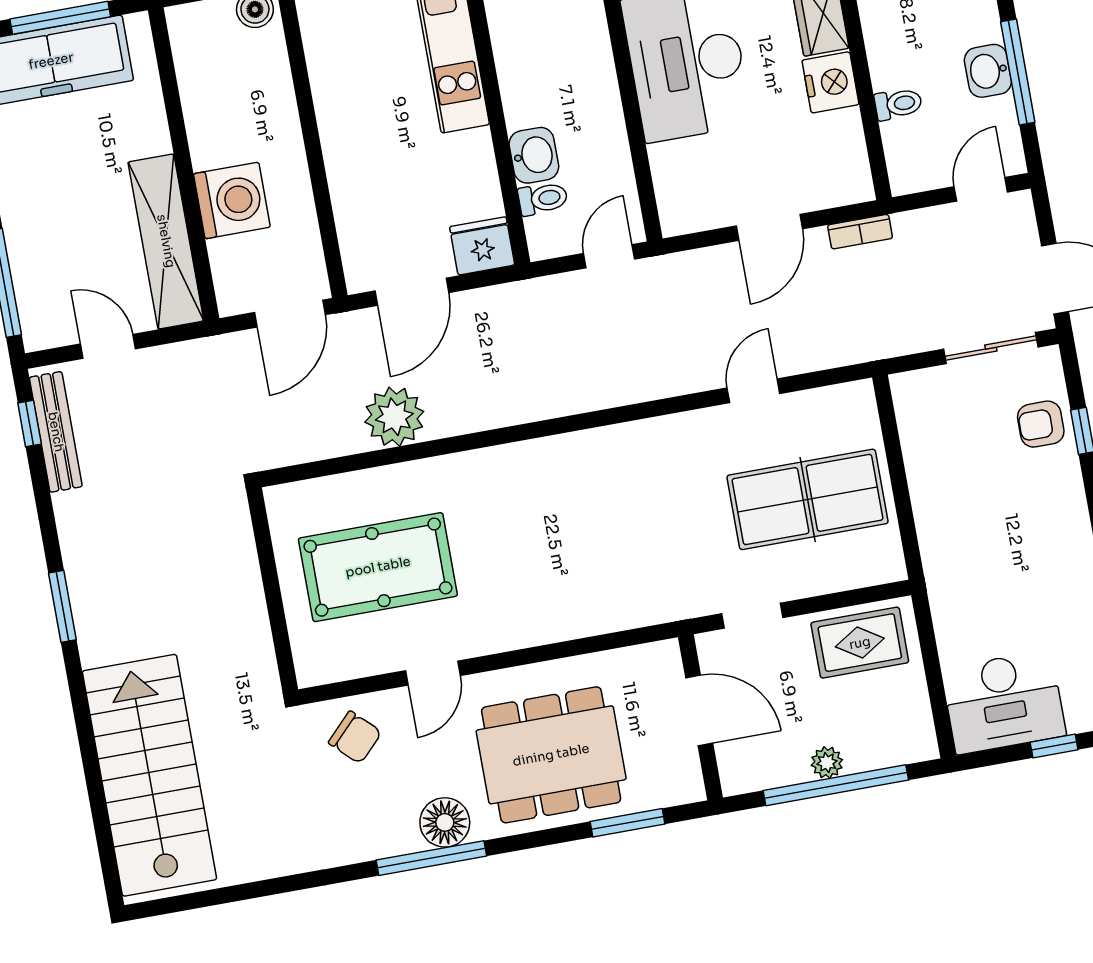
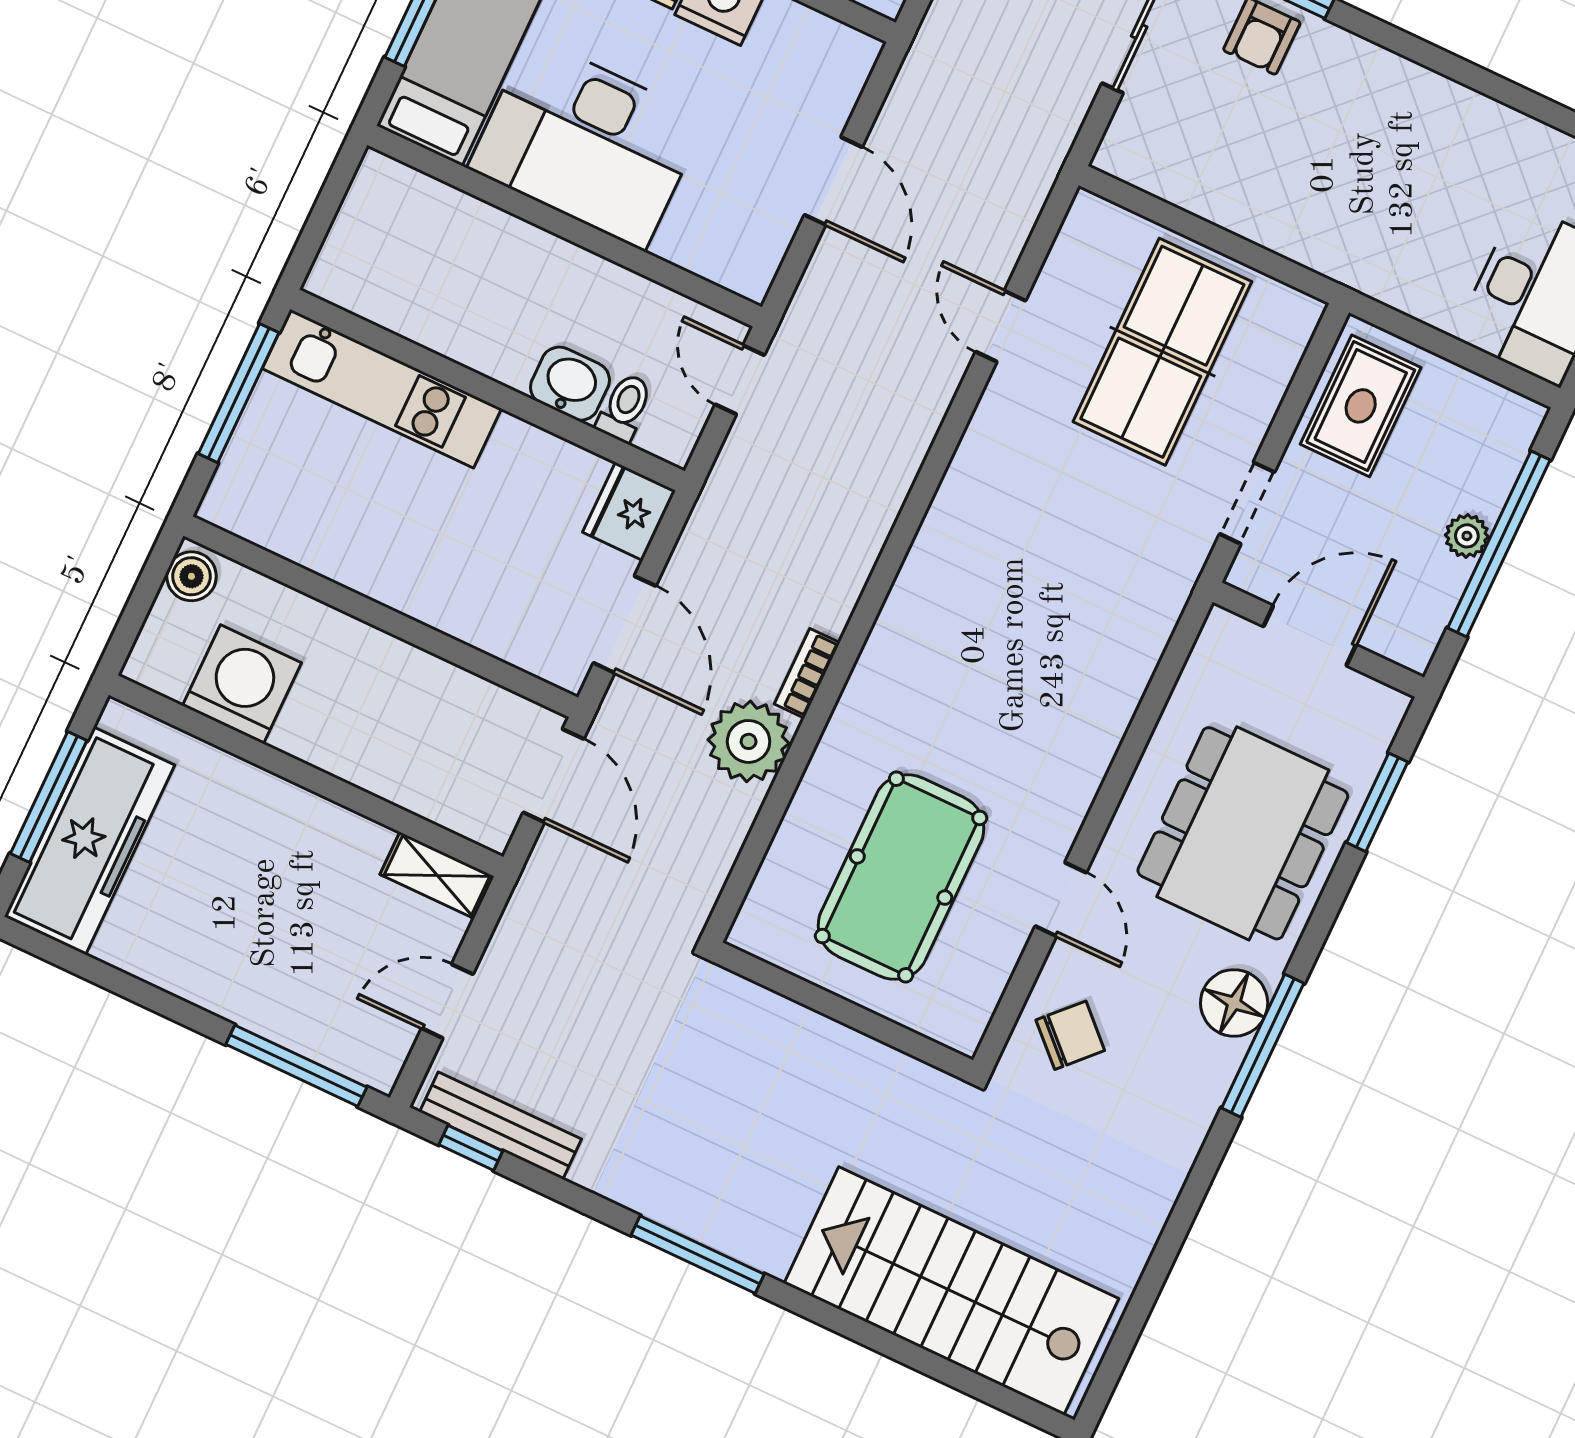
washing machine: (232, 200) -> (242, 684), moved
bookcase: (860, 232) -> (807, 673), moved, turned 180
shelving: (166, 241) -> (437, 875), width x0.45, depth x0.75
window: (62, 606) -> (698, 1255), width x1.44

